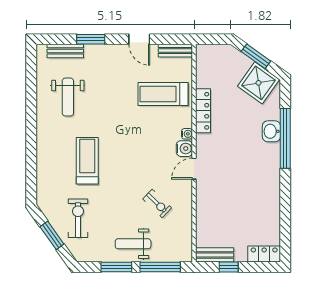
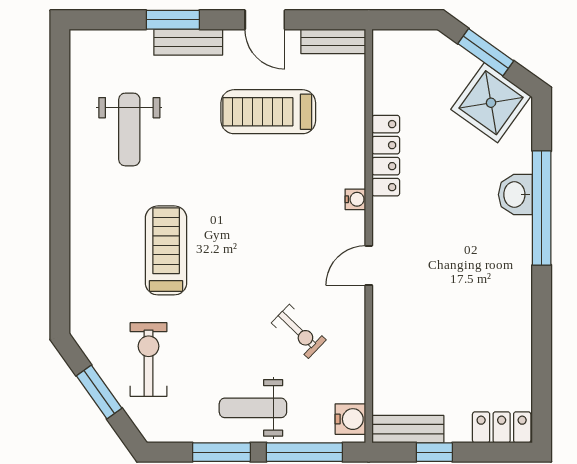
bench: (65, 51) -> (188, 42), moved
treadmill: (163, 94) -> (268, 112), moved
water cooler: (184, 149) -> (350, 419), moved

